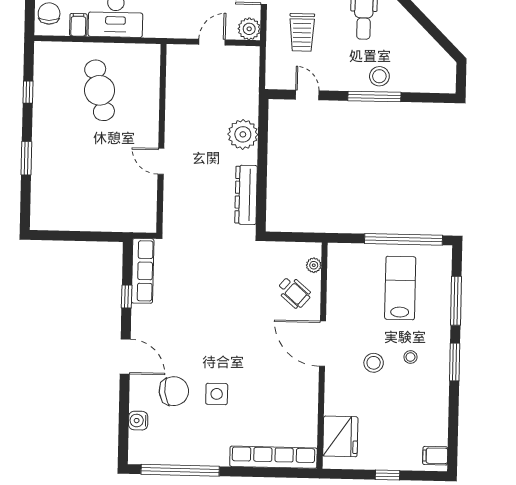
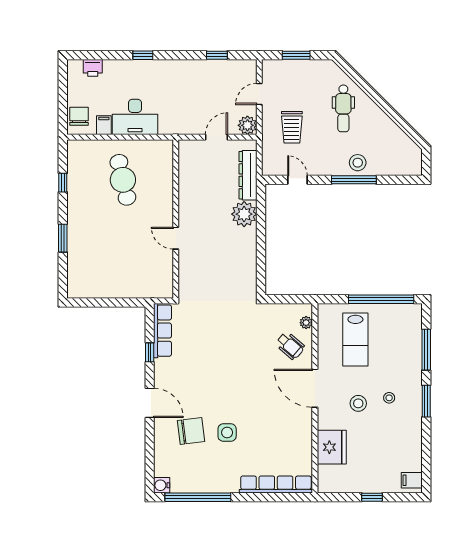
dresser: (246, 195) -> (248, 175), moved
lab bench: (400, 288) -> (355, 340), moved, turned 180
water cooler: (138, 421) -> (162, 485), moved
fridge: (340, 436) -> (332, 447), moved

